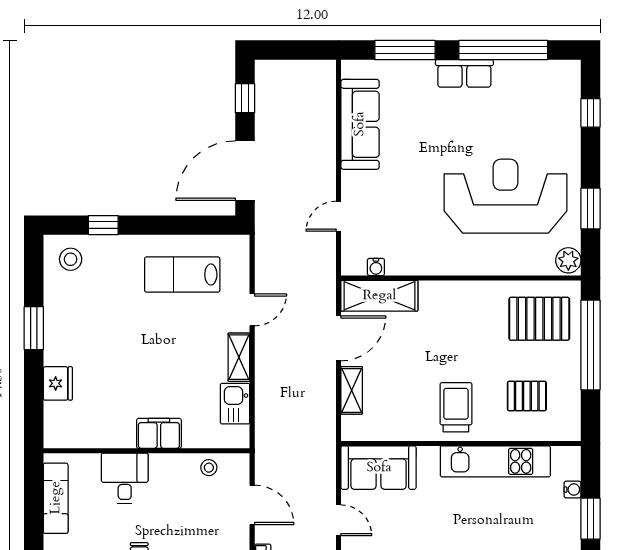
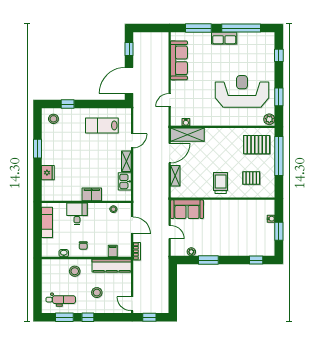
kitchen unit: (495, 461) -> (238, 206), removed

